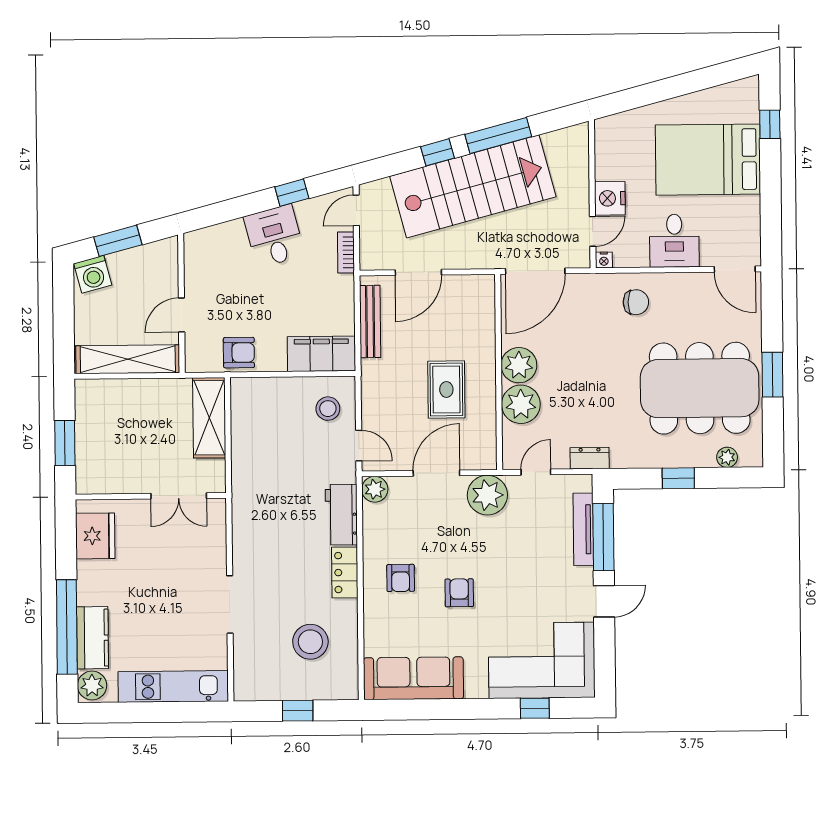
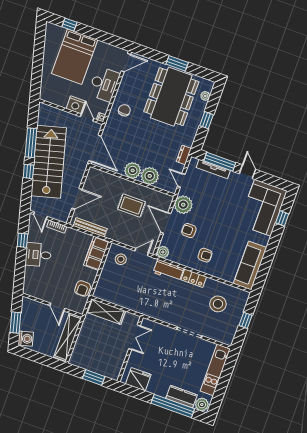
desk: (674, 241) -> (104, 84), width x1.37
door: (418, 272) -> (77, 199), hinge flipped
armchair: (239, 353) -> (83, 288), turned 180
armchair: (459, 593) -> (189, 231), moved

